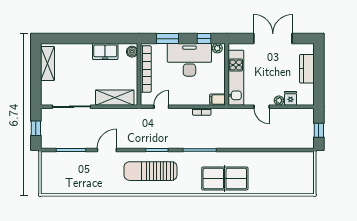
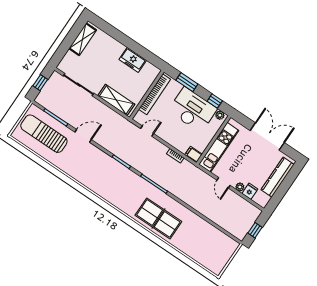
boiler: (132, 52) -> (153, 74), removed
kitchen counter: (307, 69) -> (278, 177), width x1.50
sun lounger: (151, 171) -> (44, 134), moved

